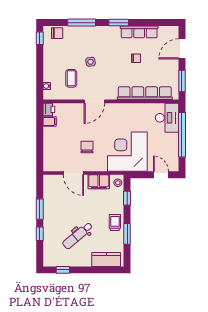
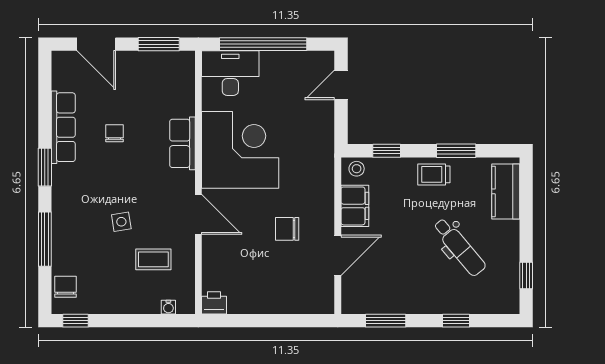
row of seats: (145, 93) -> (182, 143), width x0.50
filing cabinet: (50, 122) -> (238, 301), removed
corner desk: (127, 152) -> (240, 150), moved, turned 180
window: (40, 209) -> (386, 321), moved

